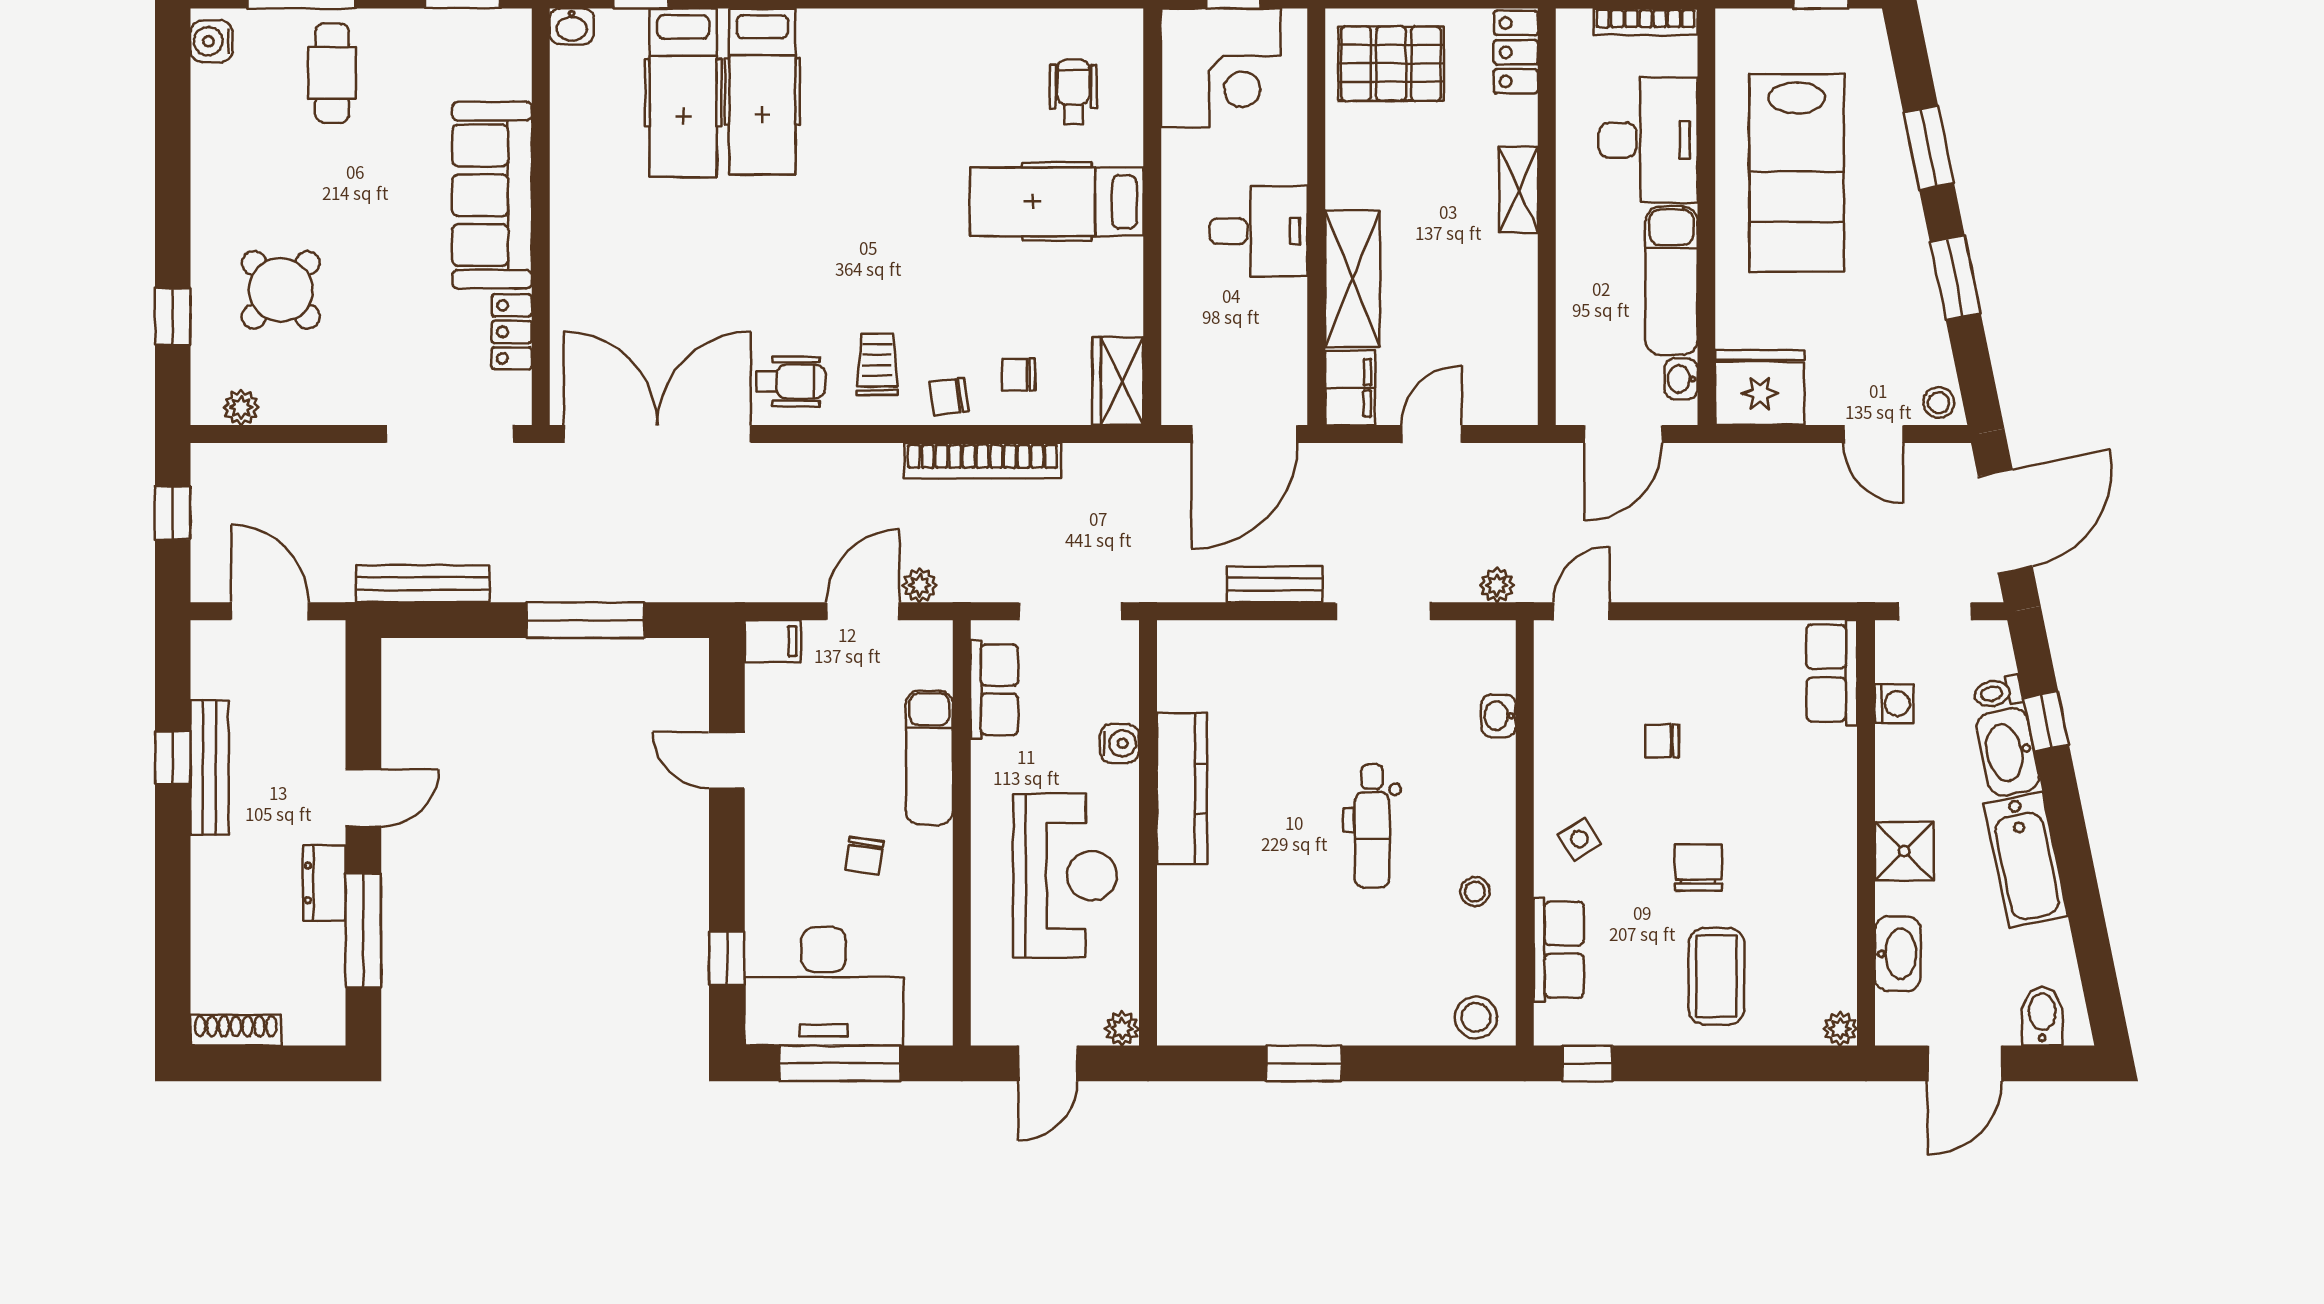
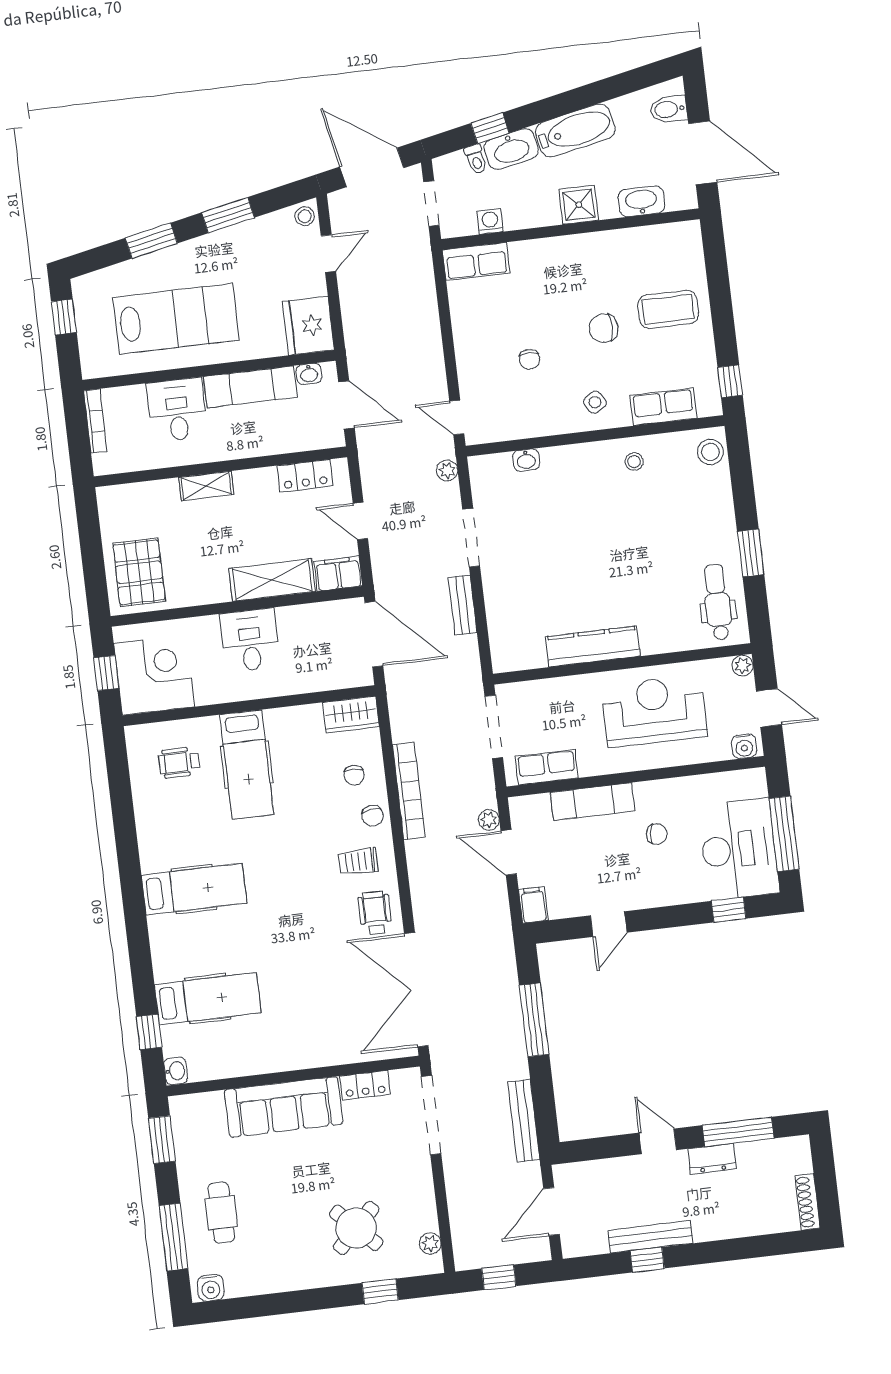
locker: (1516, 52) -> (305, 476), moved
cafe table: (332, 73) -> (221, 1213), turned 90
hospital bed: (762, 92) -> (194, 889), moved
desk: (1648, 140) -> (177, 410), width x0.73
water cooler: (1120, 743) -> (744, 746), moved, turned 180
dental chair: (1372, 826) -> (717, 602), moved, turned -90
plant: (1840, 1029) -> (691, 231), removed
door: (1965, 1063) -> (703, 153), width x1.36

